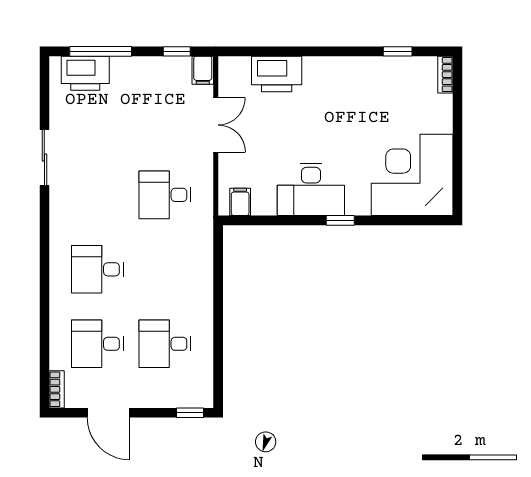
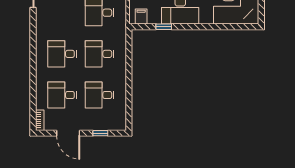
window: (340, 220) -> (164, 27), moved
desk: (165, 269) -> (100, 54), added
window: (190, 413) -> (100, 133), moved

